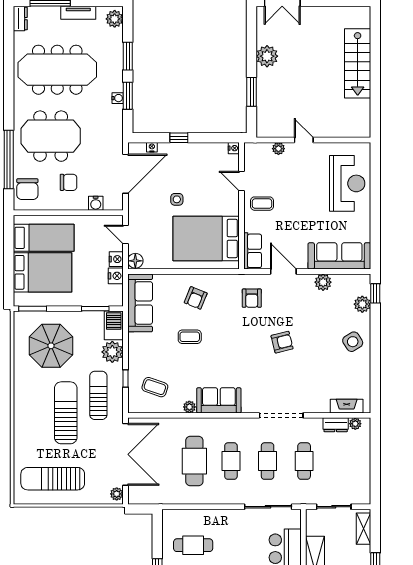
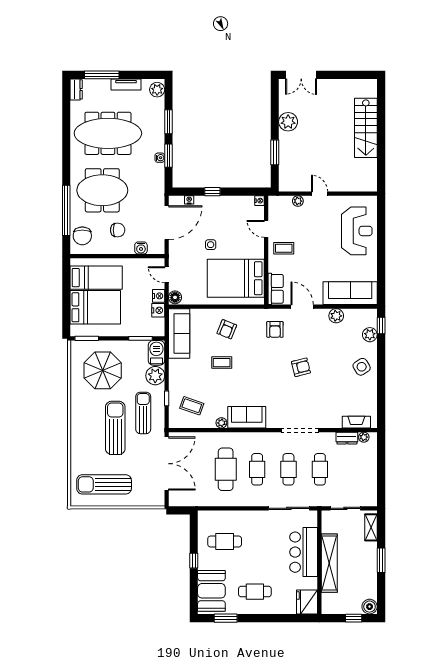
plant: (117, 494) -> (159, 498), removed

